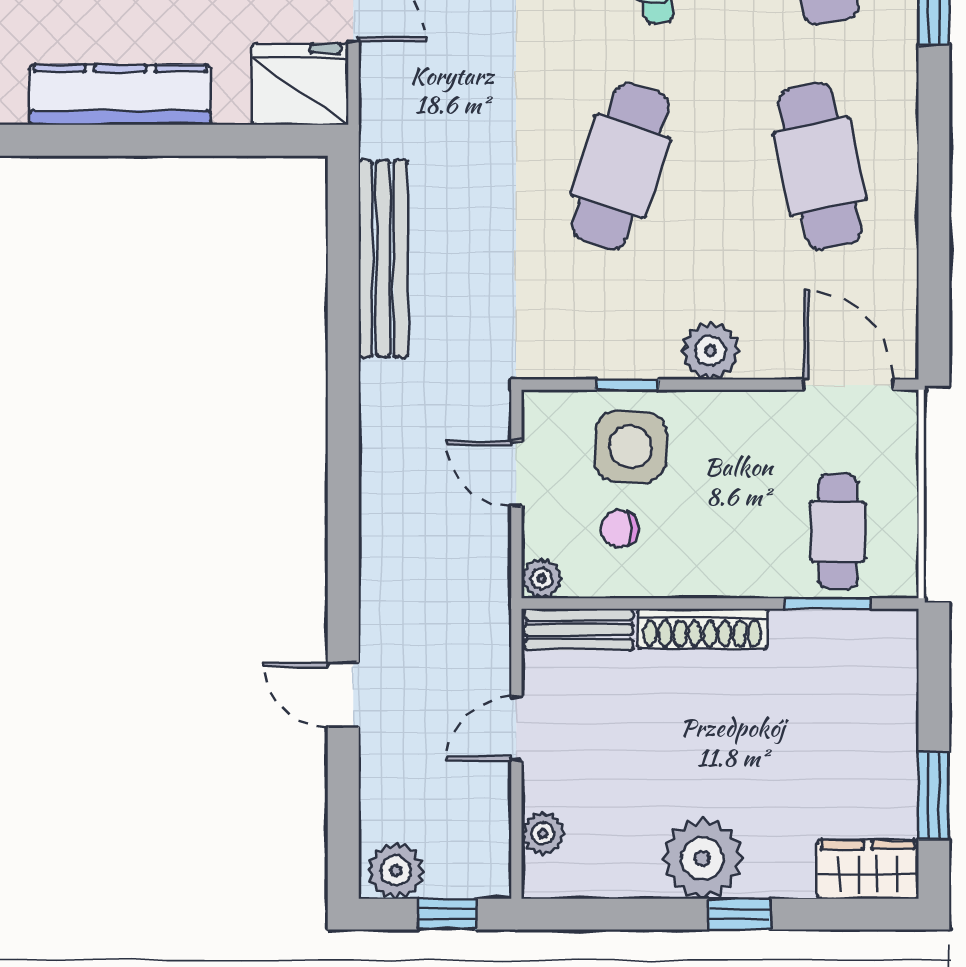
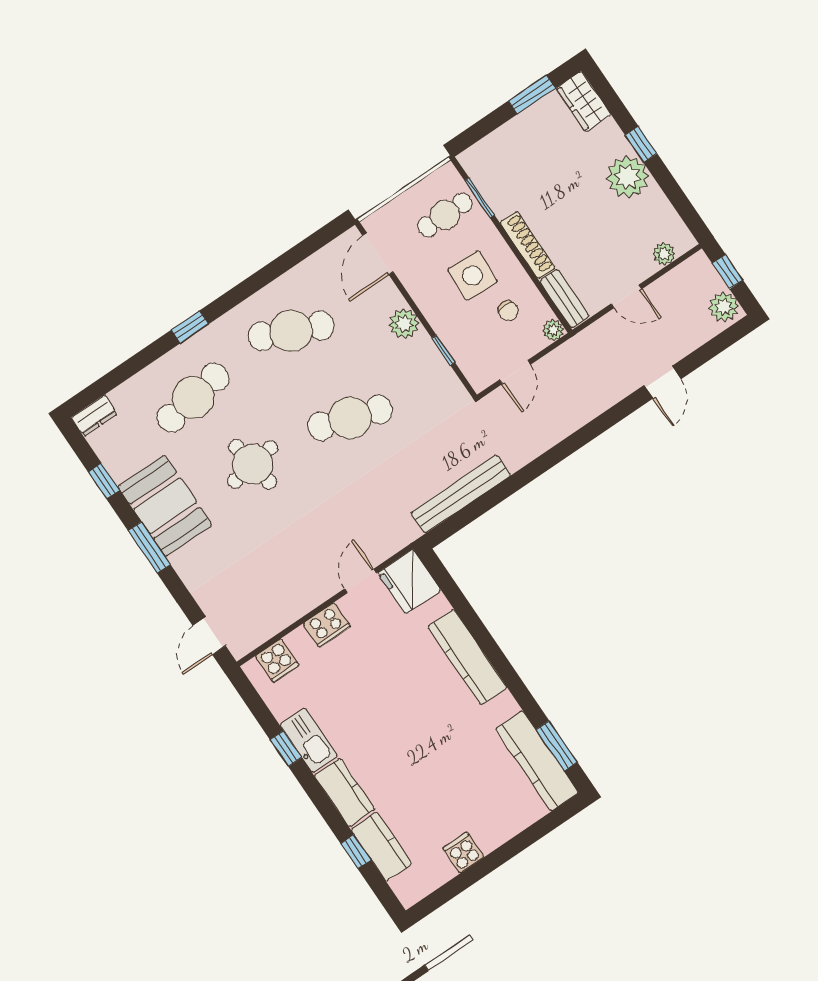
cafe table: (820, 166) -> (291, 331), turned 36
side table: (630, 447) -> (473, 276), moved

